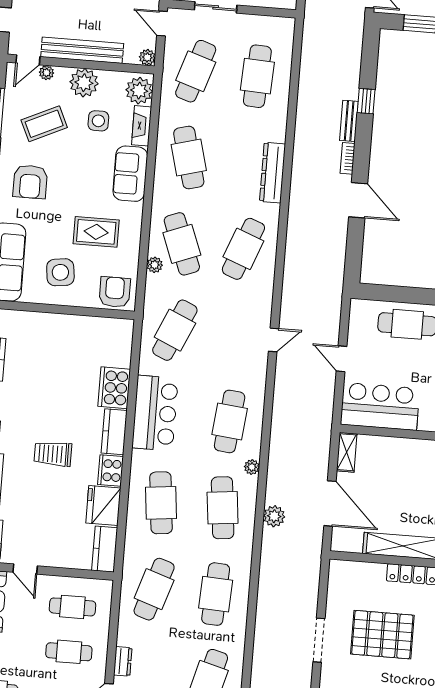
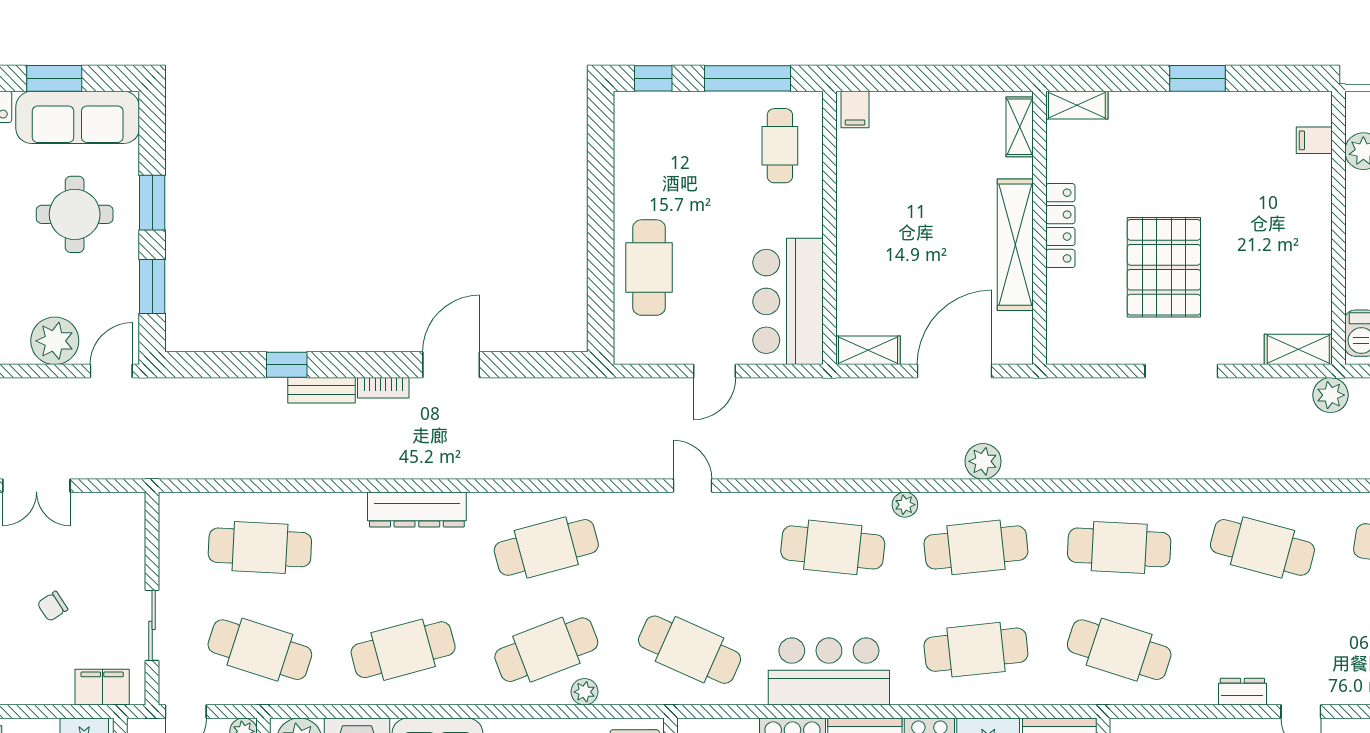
cafe table: (243, 249) -> (546, 547), turned -36

